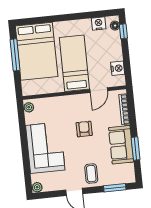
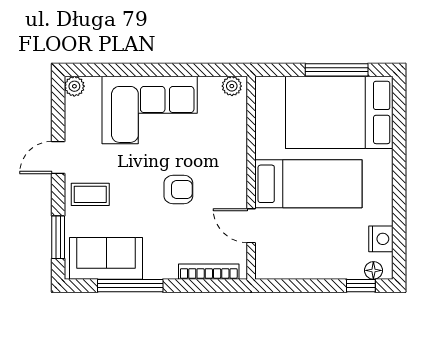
nightstand: (118, 68) -> (290, 267), removed
sofa: (121, 145) -> (106, 258), moved
window: (136, 148) -> (130, 286), width x1.44

